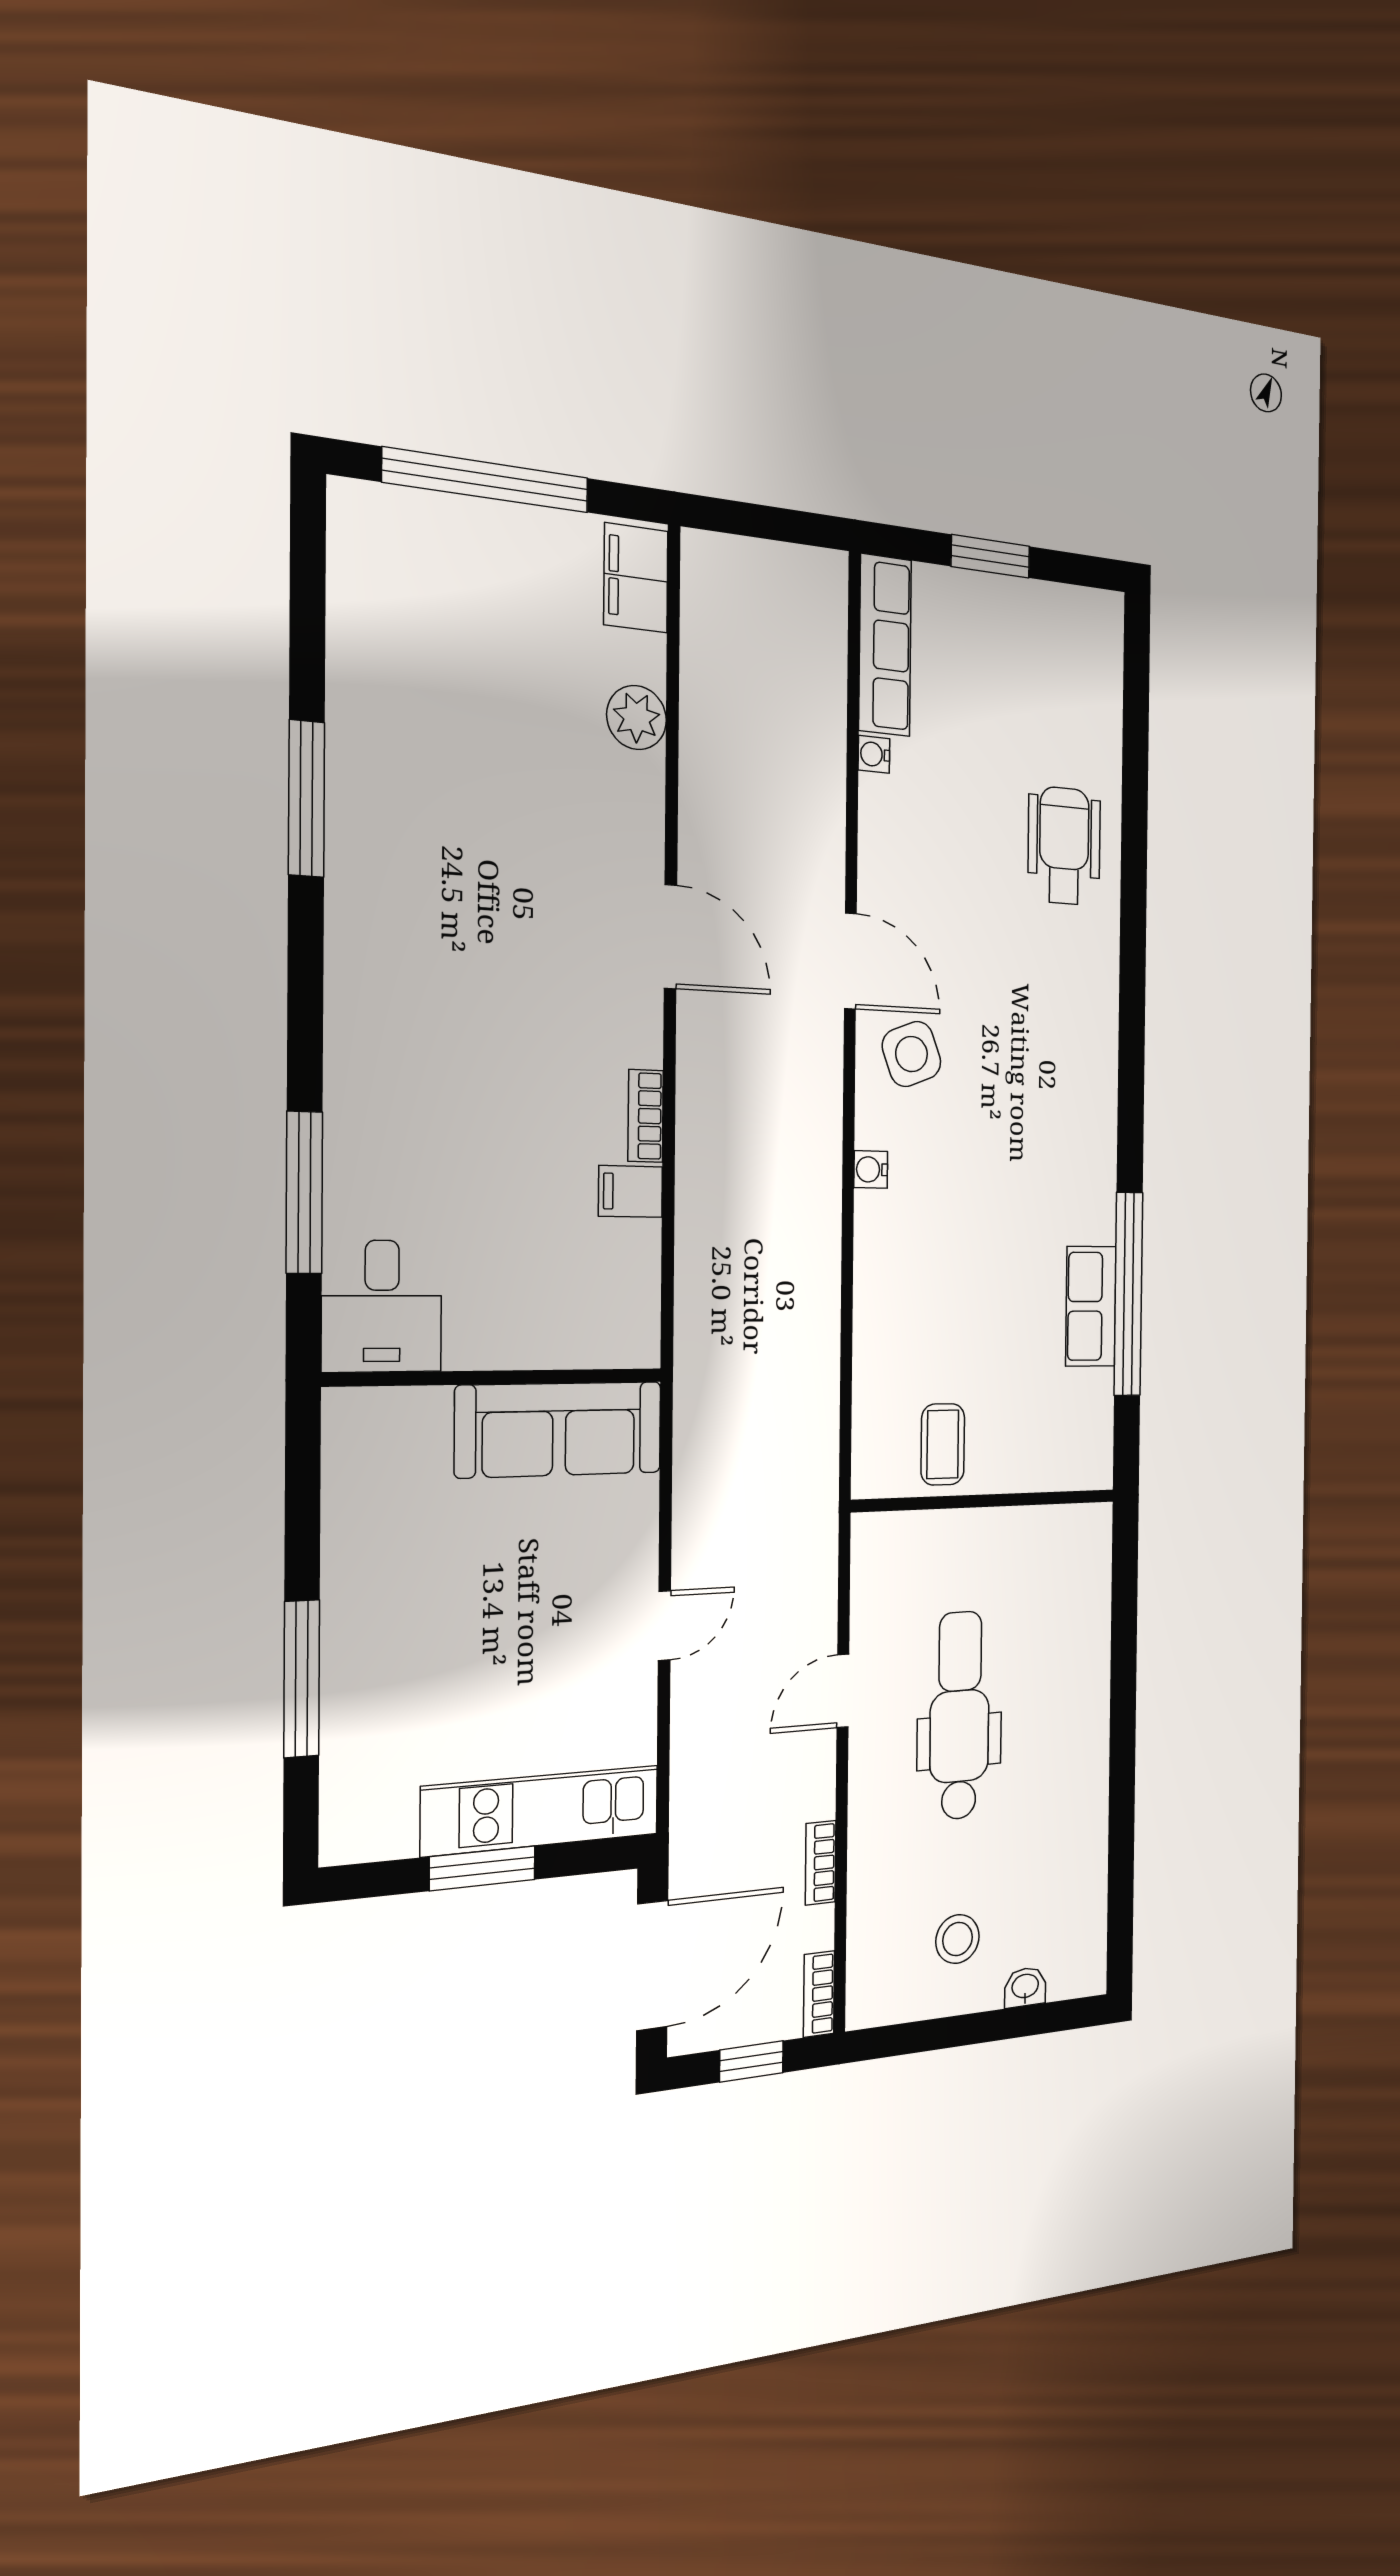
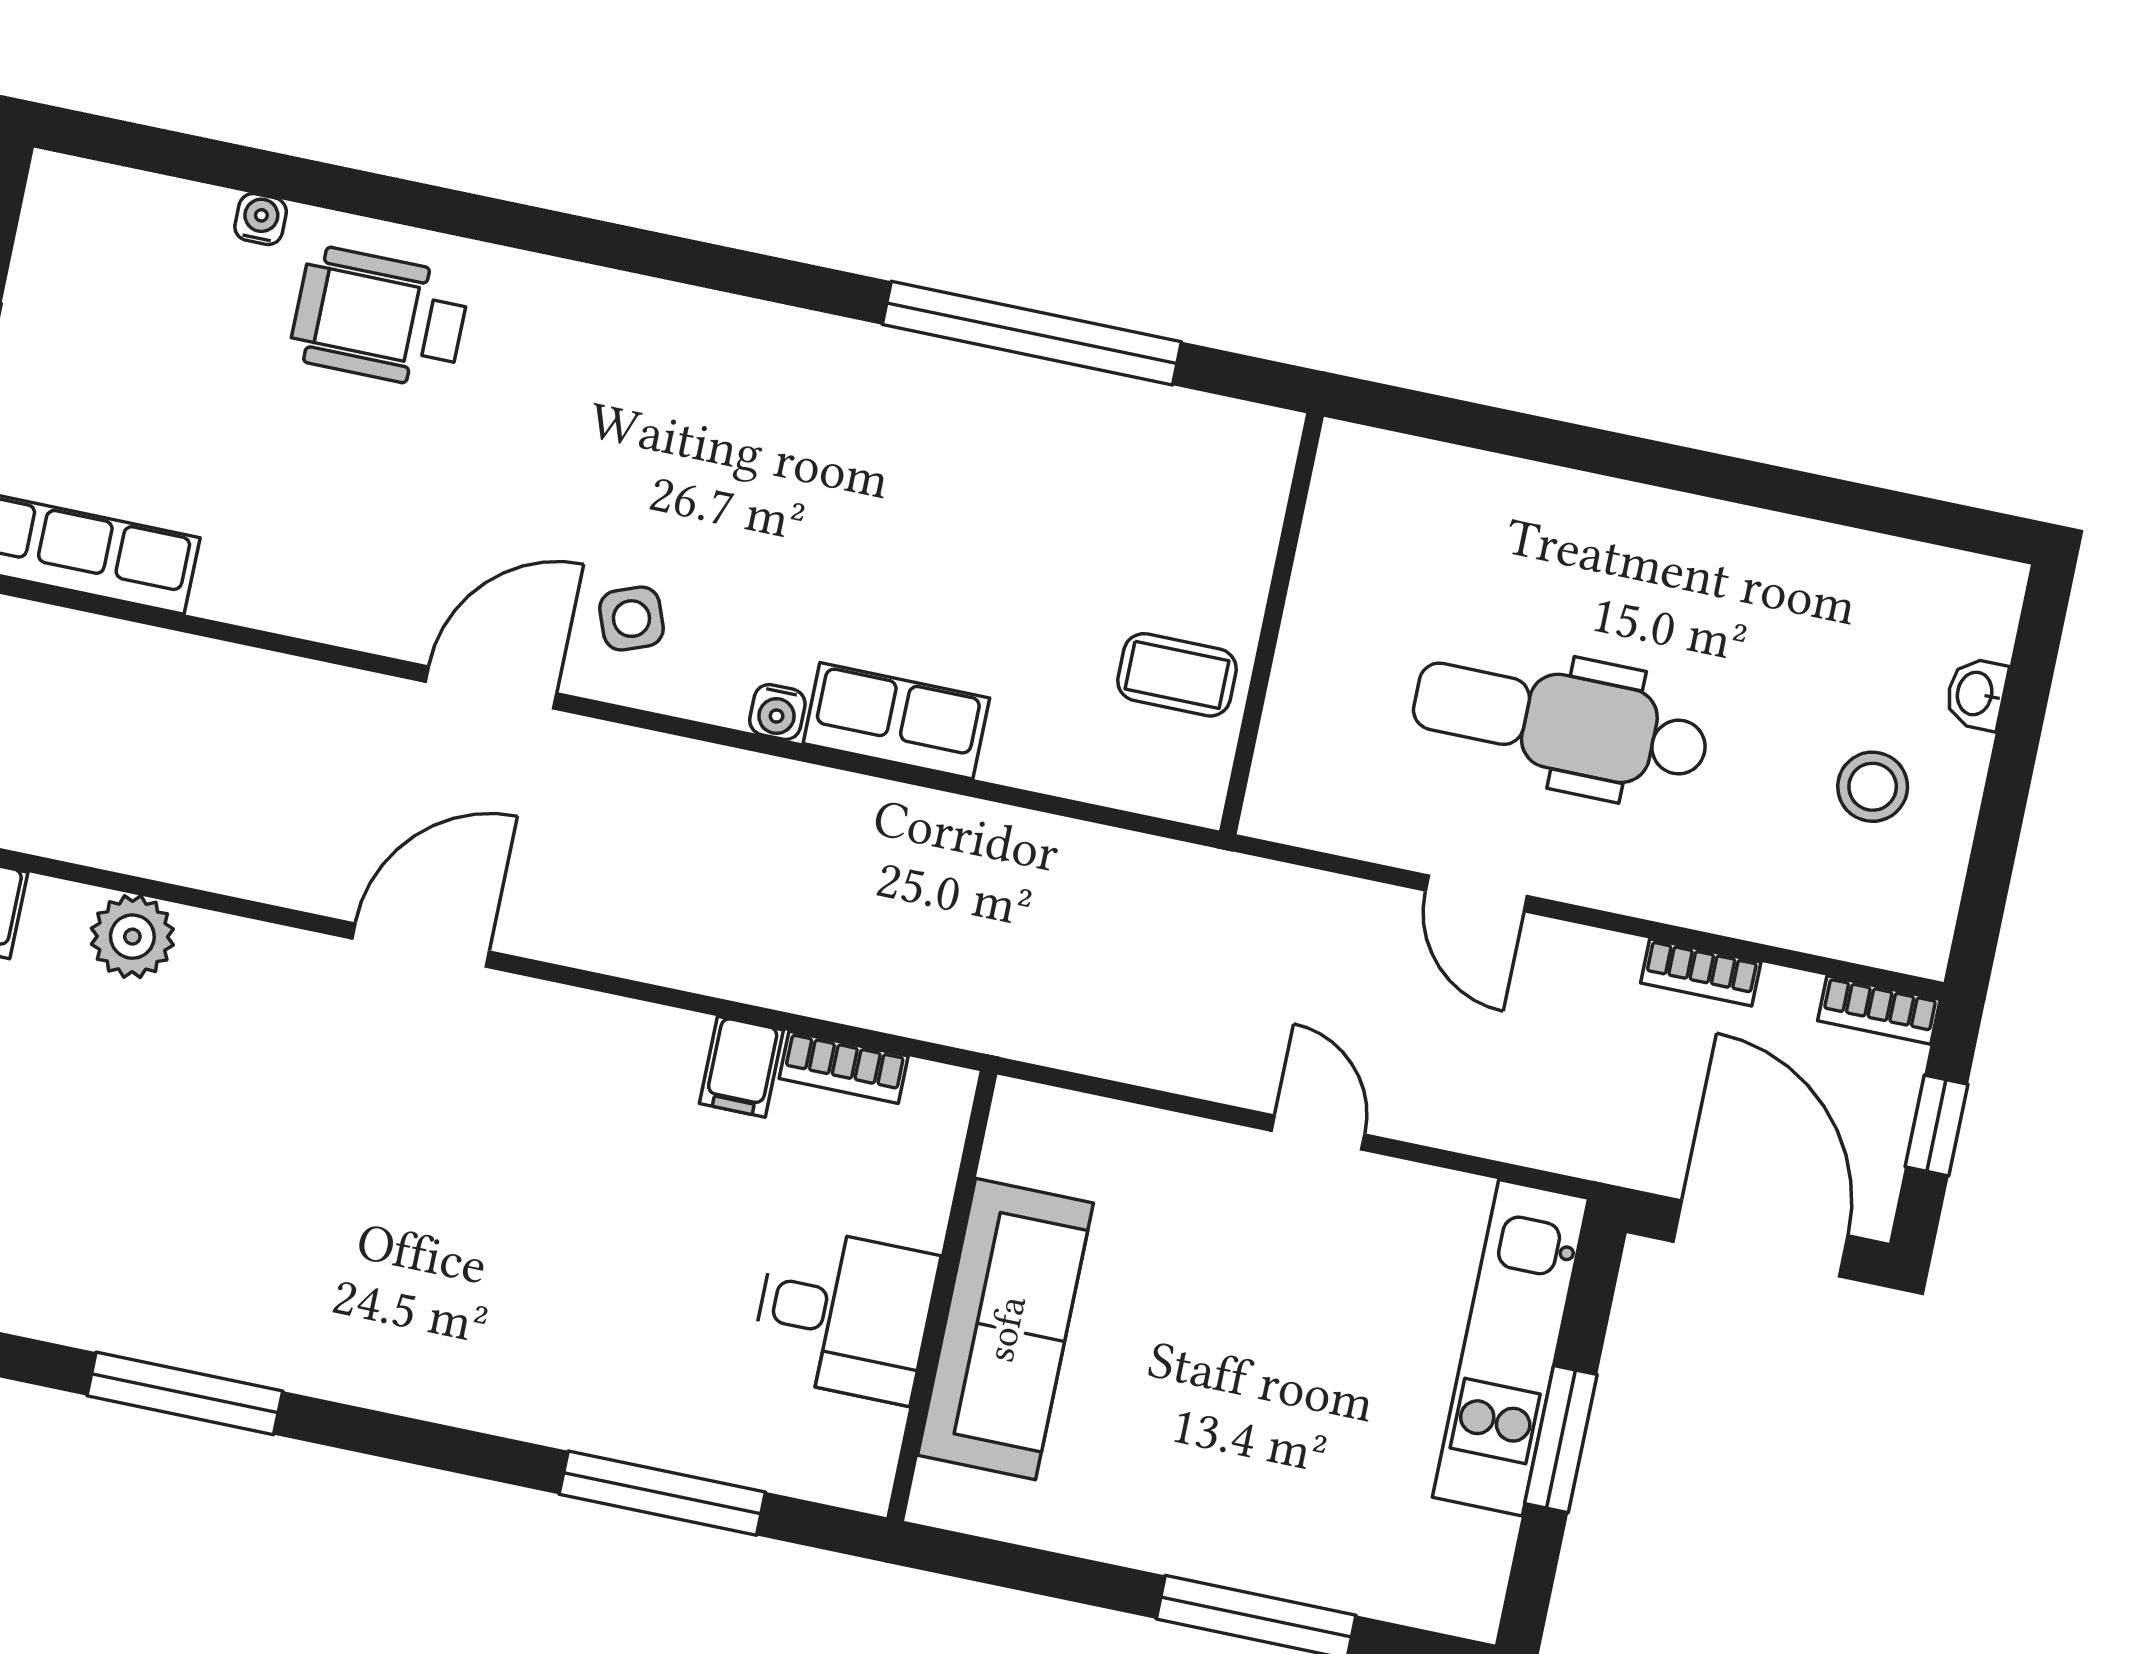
water cooler: (874, 754) -> (261, 219), moved, turned 180
side table: (912, 1054) -> (631, 619), width x0.73, depth x0.73
bookcase: (646, 1116) -> (844, 1067), moved
desk: (382, 1306) -> (844, 1314), moved
row of seats: (1091, 1306) -> (896, 721), moved, turned 180
sofa: (559, 1429) -> (1006, 1329), moved

